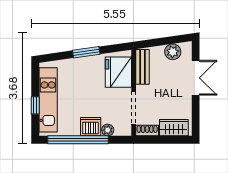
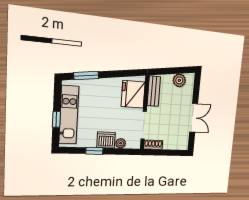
window: (86, 52) -> (86, 76), moved
double door: (196, 78) -> (194, 118), moved
wardrobe: (174, 128) -> (175, 143), removed
window: (78, 140) -> (94, 151), width x0.32

